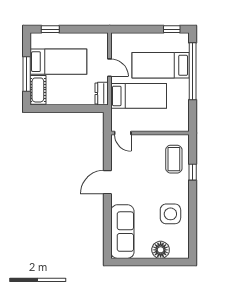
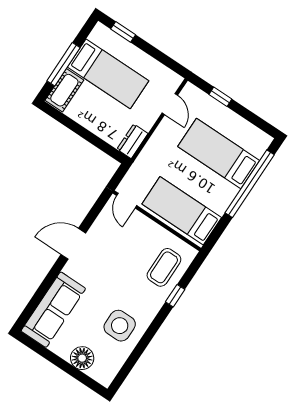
window: (172, 29) -> (220, 97), moved
door: (110, 68) -> (170, 104), moved
bed: (139, 96) -> (182, 211), moved, turned 180

